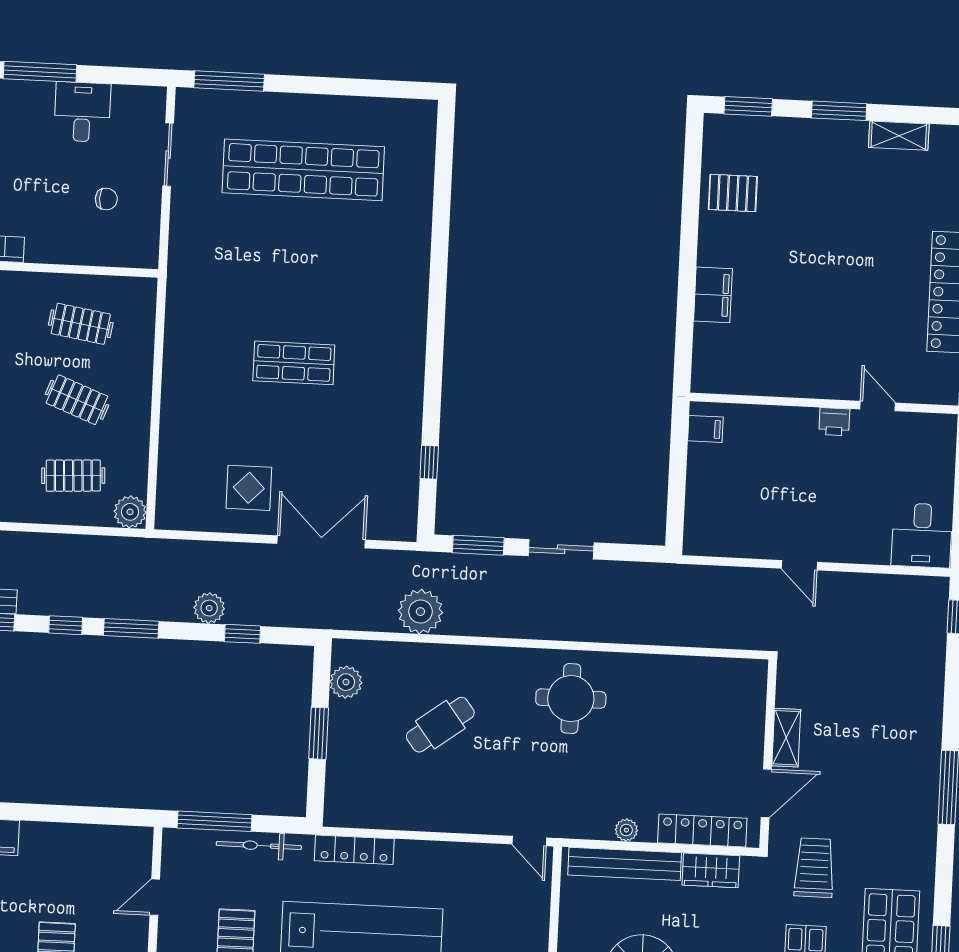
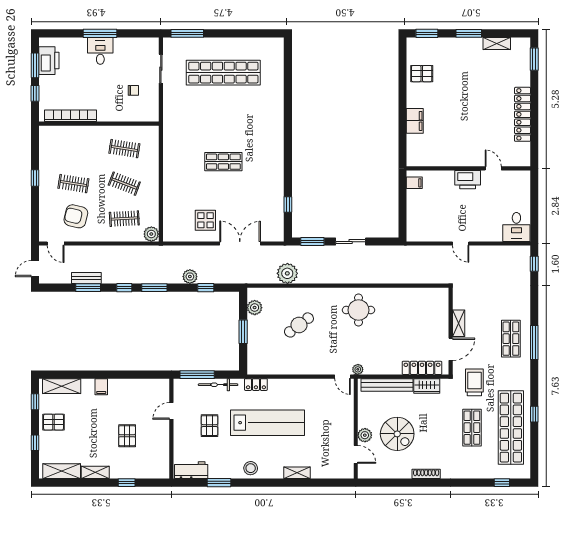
desk: (82, 112) -> (100, 51), moved
printer: (834, 422) -> (468, 180), width x1.87, depth x1.48
shop shelf: (898, 777) -> (511, 339), added
plant: (626, 830) -> (358, 369), moved
locker: (354, 850) -> (256, 385), width x0.66

